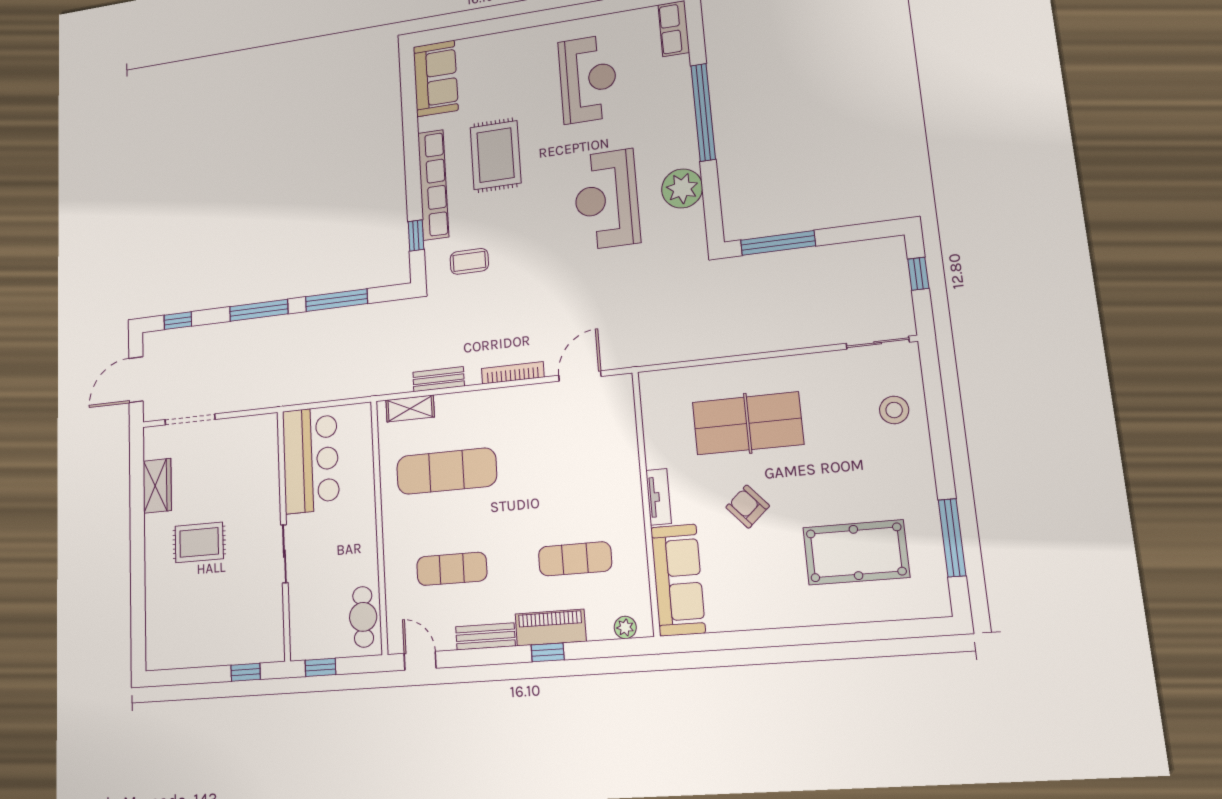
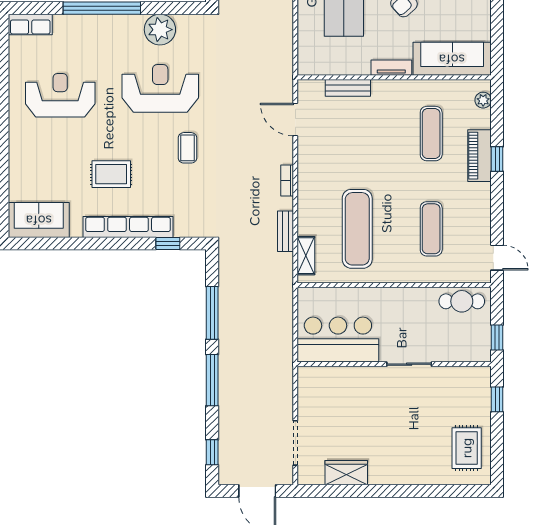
rug: (495, 155) -> (111, 174), width x0.73, depth x0.70
reception desk: (606, 199) -> (160, 88), turned 180
coffee table: (469, 261) -> (187, 148), moved
bookcase: (513, 373) -> (287, 180), width x0.64
rug: (199, 542) -> (467, 448), moved
bench: (485, 636) -> (348, 88), moved, turned 90
door: (420, 661) -> (497, 258), swing flipped

